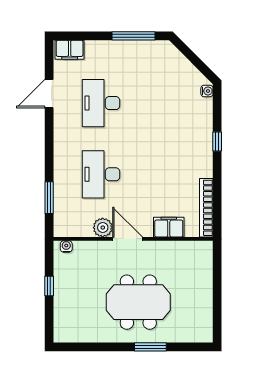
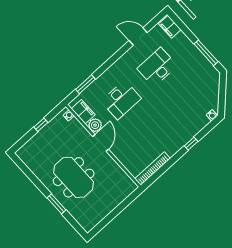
desk: (101, 174) -> (121, 100), turned 180
filing cabinet: (169, 227) -> (83, 112), moved

